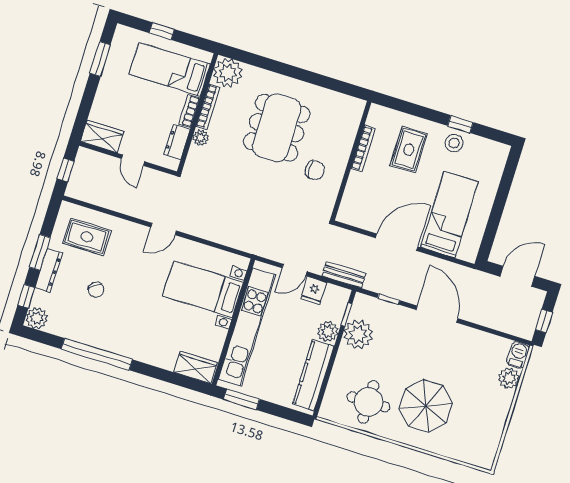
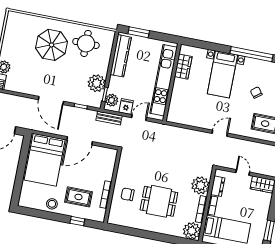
window: (460, 124) -> (77, 221), moved
dining table: (277, 128) -> (159, 201), width x0.73
plant: (201, 138) -> (200, 185), width x1.87, depth x1.87
rug: (409, 150) -> (78, 197), turned 90
chair: (315, 170) -> (128, 194), moved
bed: (449, 215) -> (45, 160), width x1.50
bed with nightstands: (203, 289) -> (222, 74), moved, turned 90
plant: (328, 331) -> (112, 100), moved
wardrobe: (195, 367) -> (183, 67), moved, turned -90
window: (242, 399) -> (139, 32), moved

